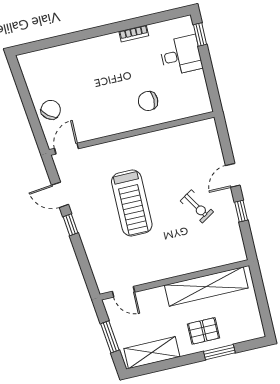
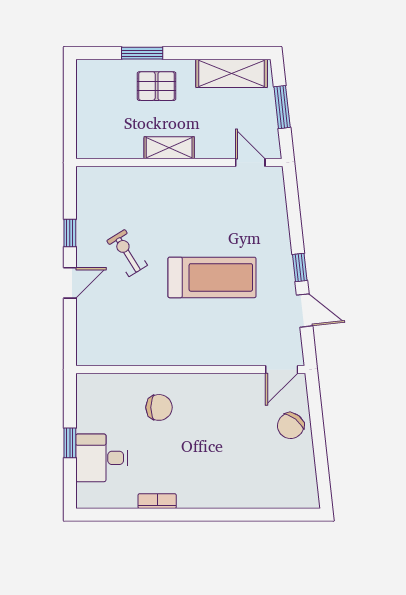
window: (200, 34) -> (70, 443), moved
treadmill: (132, 203) -> (212, 277), turned 90
shelving: (206, 287) -> (169, 148), width x0.45, depth x0.75

